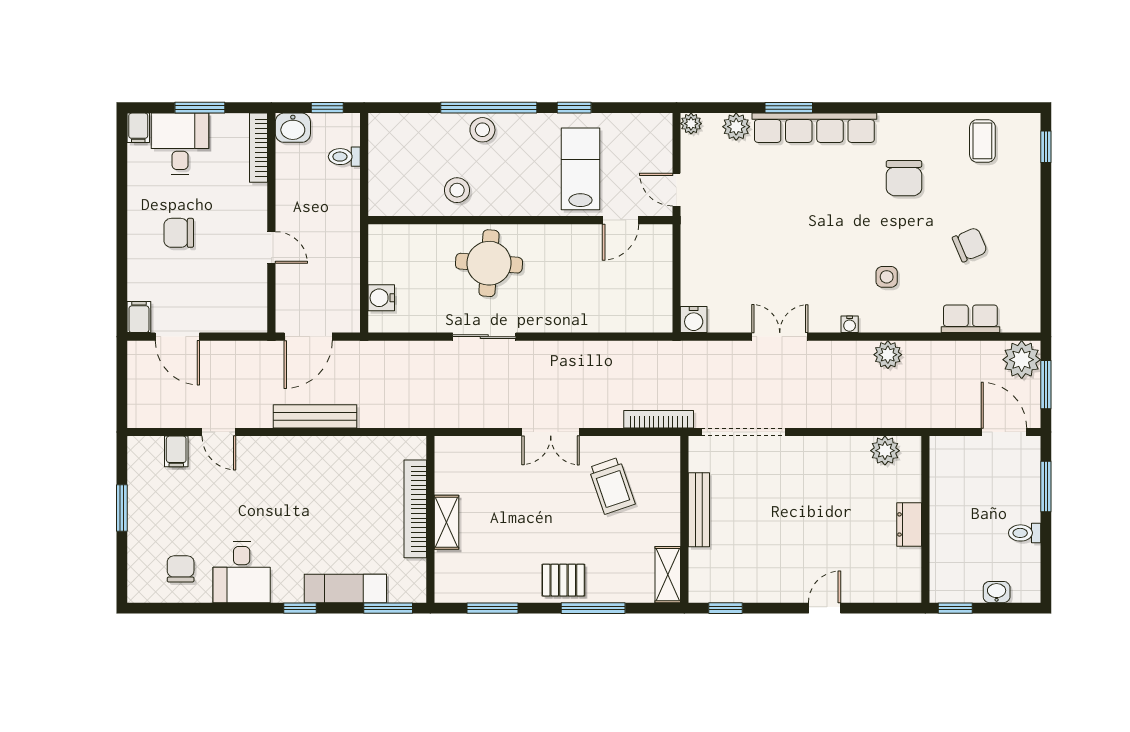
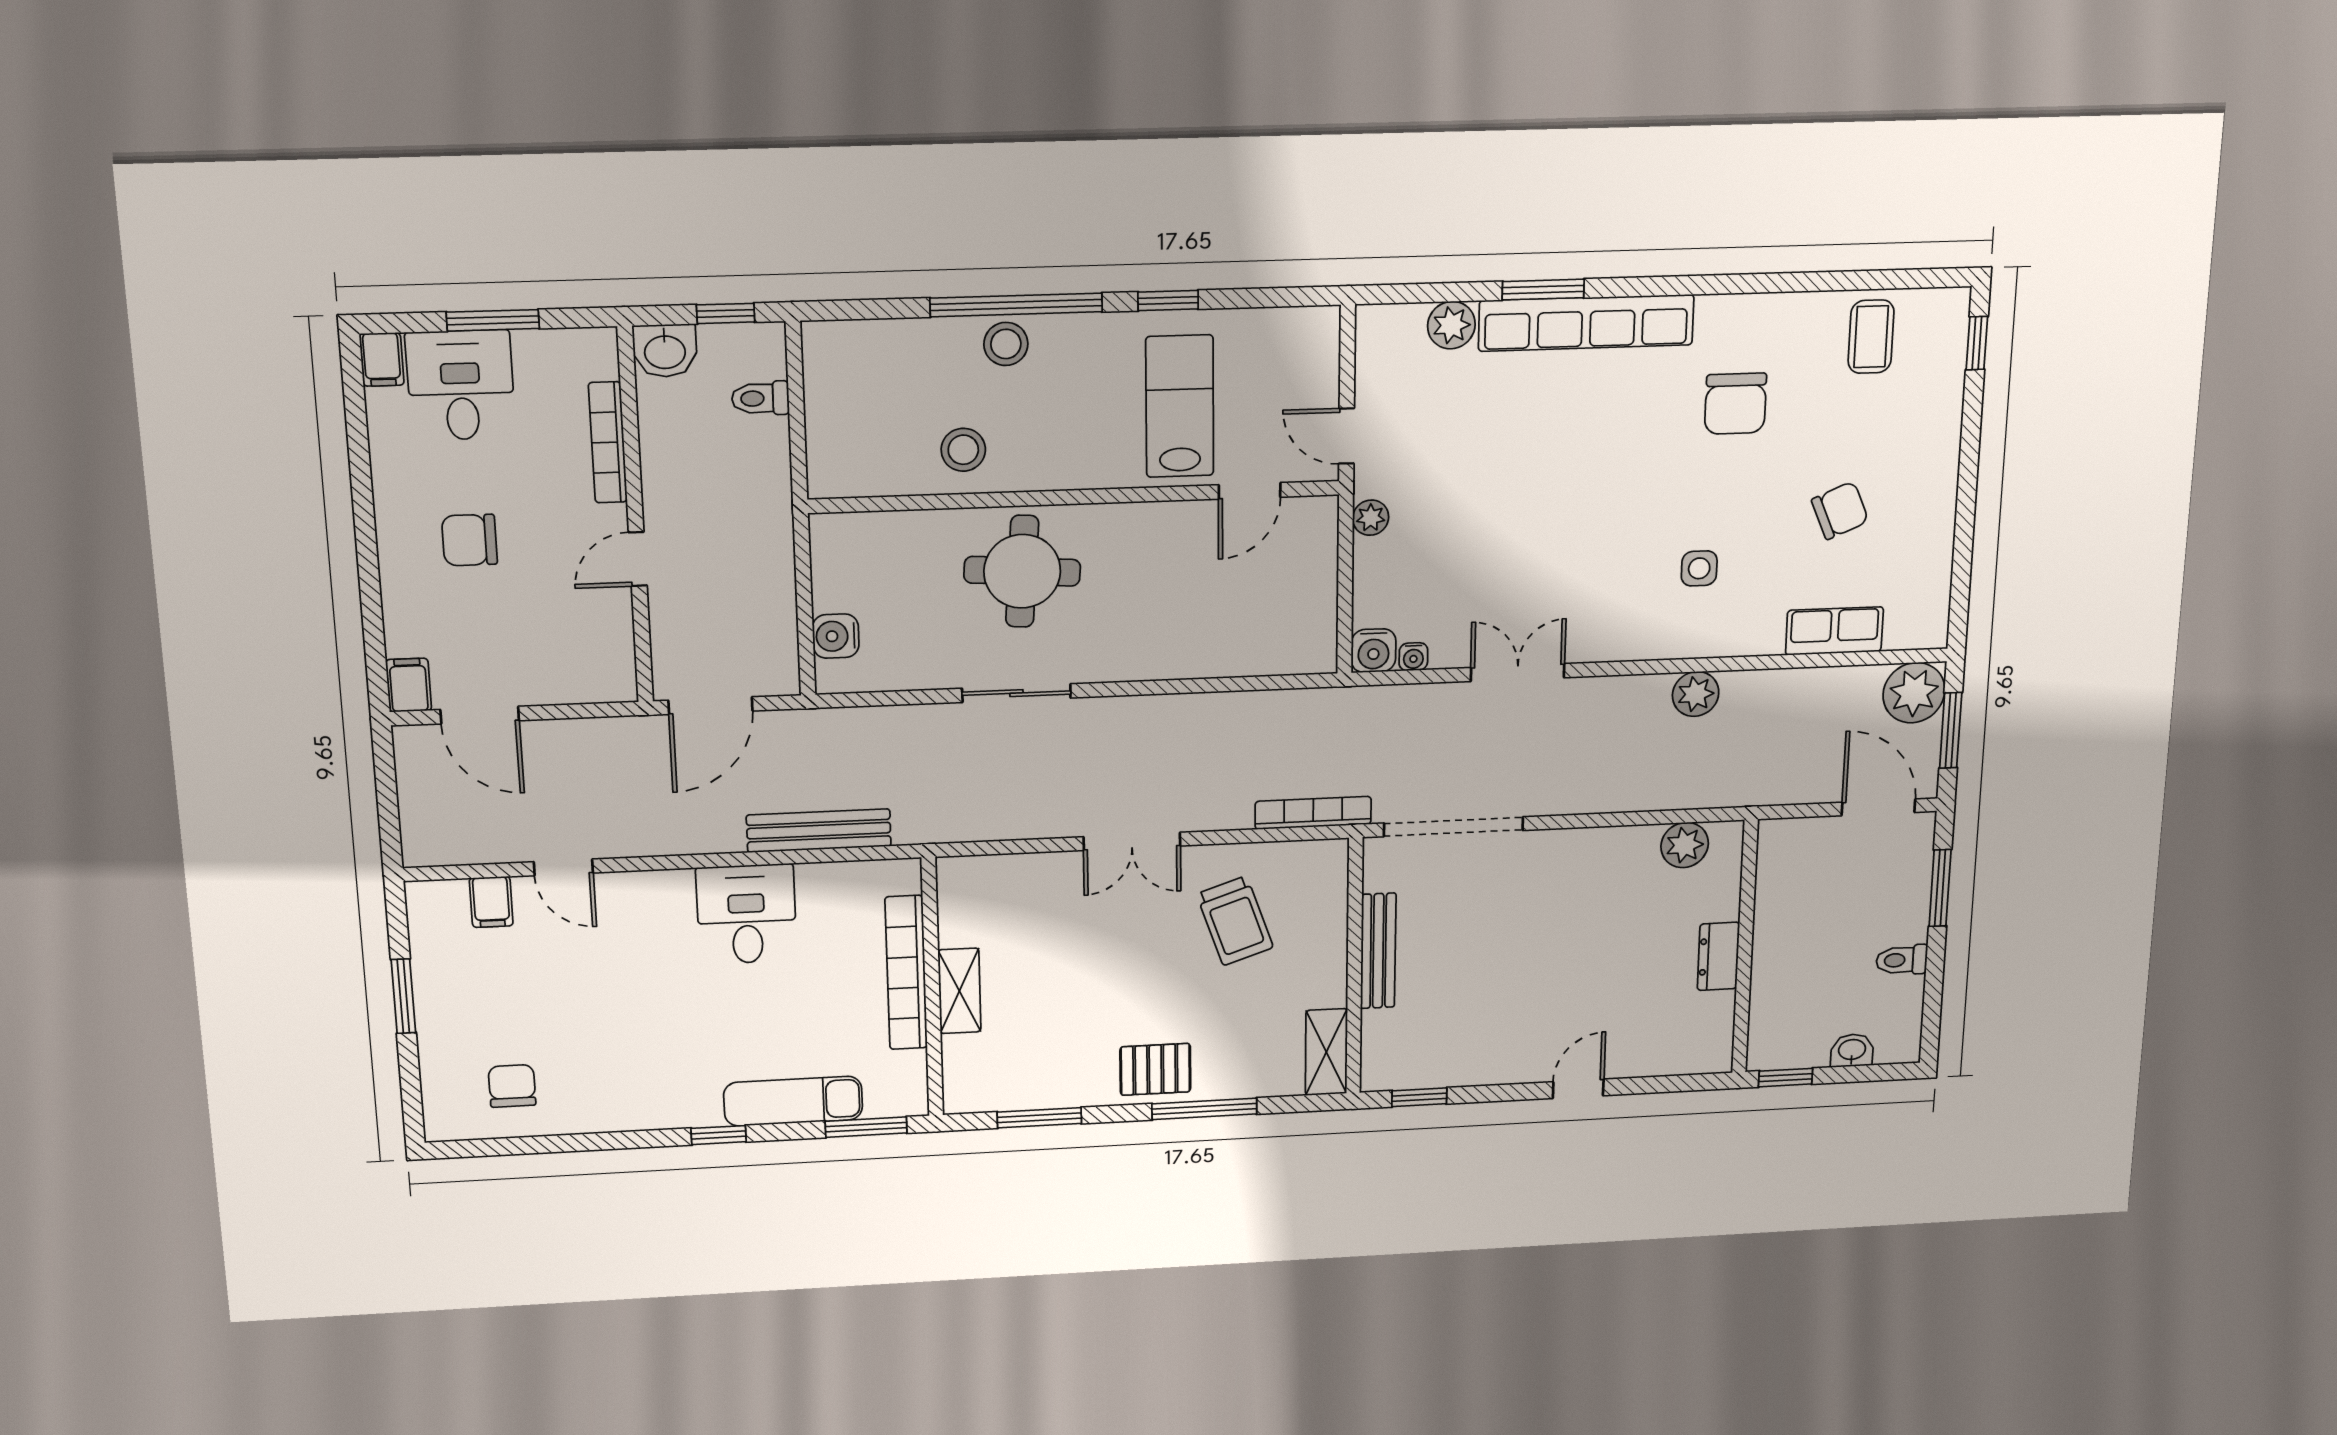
plant: (691, 124) -> (1371, 518), moved
bookcase: (259, 148) -> (608, 442), moved
door: (271, 247) -> (638, 559), swing flipped
water cooler: (850, 324) -> (1413, 657), moved
bench: (315, 416) -> (819, 831), moved
desk: (242, 572) -> (747, 914), moved, turned 180

